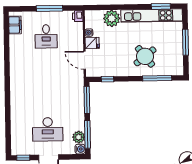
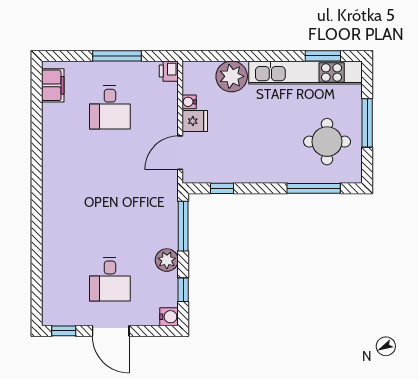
round table: (145, 56) -> (327, 142), moved, turned 38
door: (85, 60) -> (180, 153), hinge flipped
desk: (48, 129) -> (110, 279), width x0.73
window: (87, 134) -> (183, 290), width x0.46
plant: (79, 137) -> (167, 260), moved

